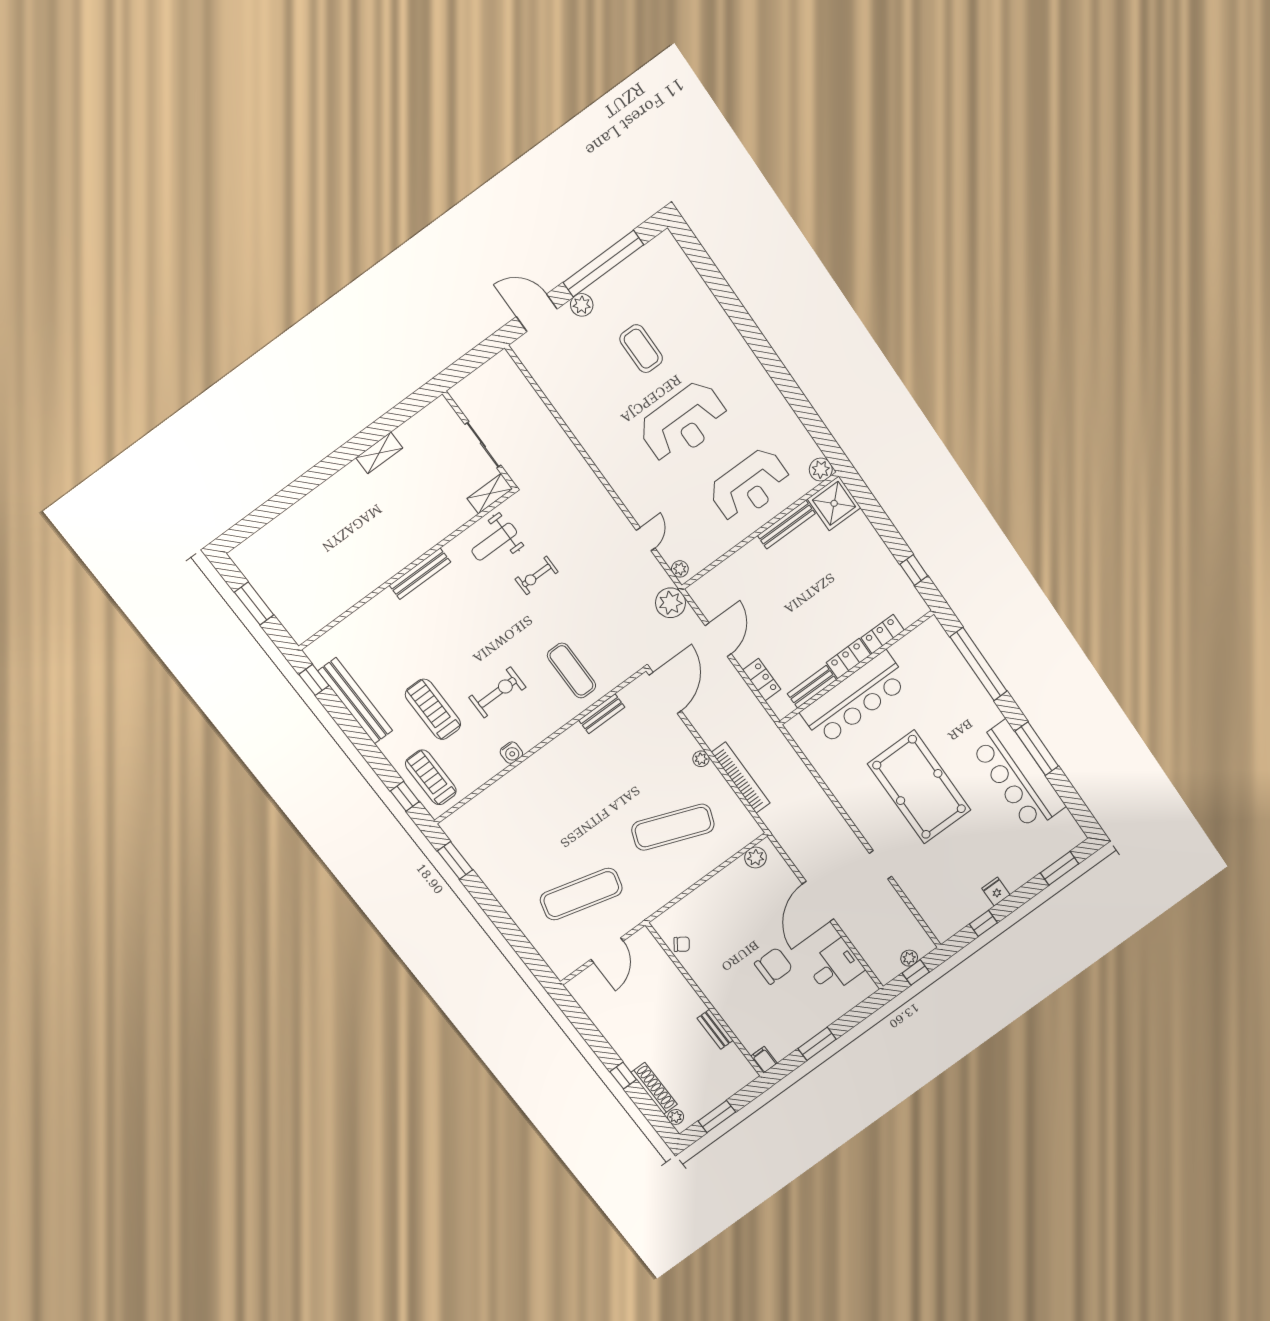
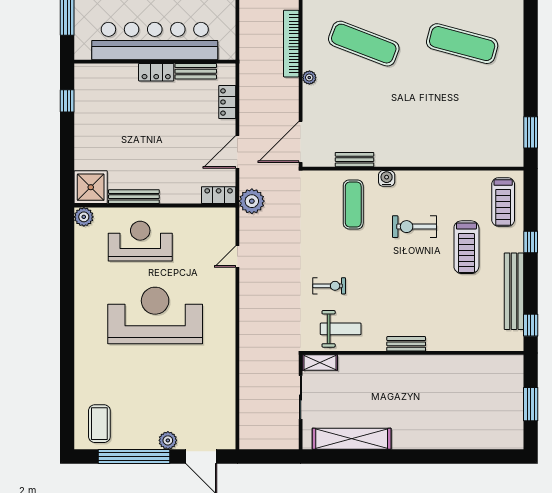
coffee table: (641, 349) -> (99, 424), moved
reception desk: (684, 423) -> (155, 315), width x1.36, depth x1.30
shelving: (379, 453) -> (352, 439), width x2.20, depth x1.33
plant: (680, 569) -> (229, 220), removed
bench: (420, 574) -> (406, 344), width x0.73
locker: (883, 634) -> (219, 195), moved, turned 180
bar counter: (855, 698) -> (155, 41), width x1.36
water cooler: (511, 753) -> (387, 178), moved
window: (405, 796) -> (531, 242), moved

